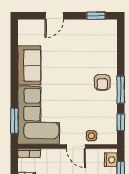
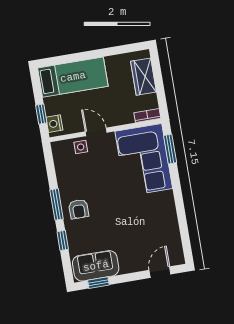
door: (54, 16) -> (160, 272), moved
sofa: (29, 65) -> (96, 266), moved, turned 90
armchair: (102, 82) -> (79, 209), turned 180
window: (121, 122) -> (63, 240), moved

